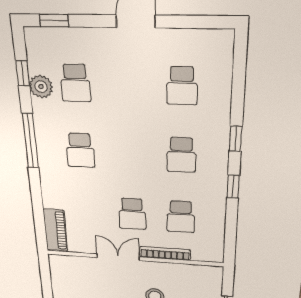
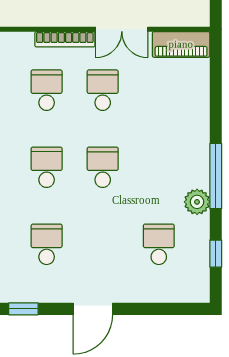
window: (54, 21) -> (23, 309), moved
plant: (41, 87) -> (197, 202), moved
school desk: (80, 150) -> (103, 167), moved
piano: (55, 230) -> (181, 44), moved, turned -90

